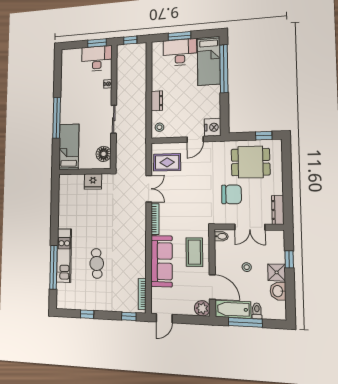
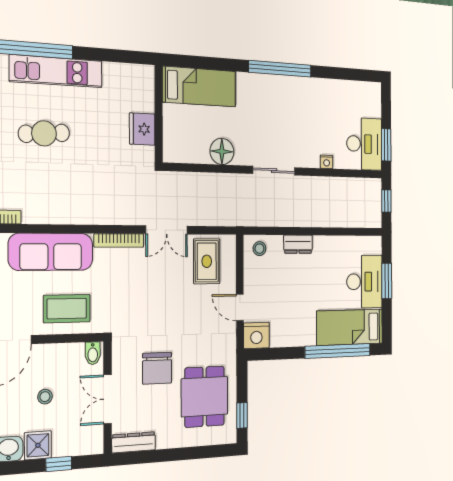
bed: (69, 147) -> (199, 87), moved
wall: (84, 172) -> (159, 114), moved
fridge: (93, 181) -> (142, 129), moved

